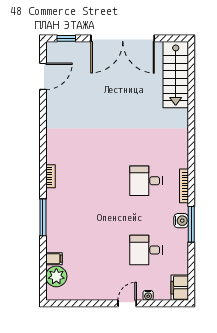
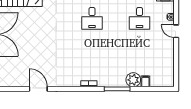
door: (43, 76) -> (38, 89), moved
plant: (56, 276) -> (133, 80), moved

